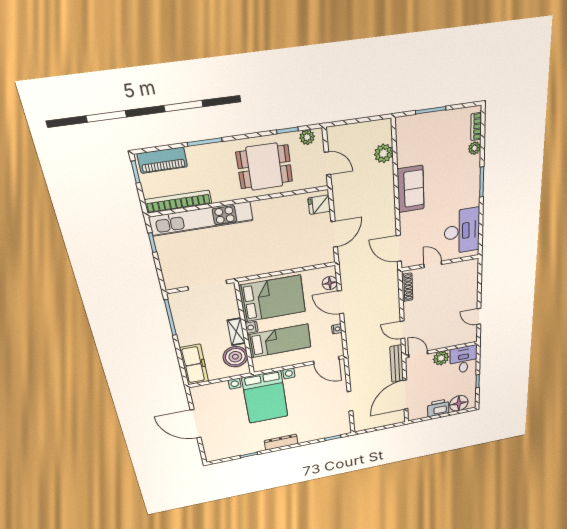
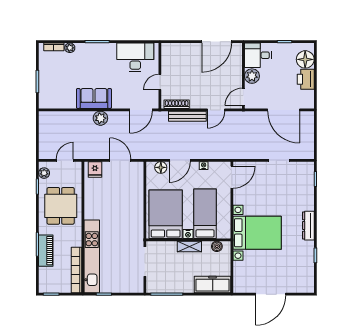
plant: (384, 153) -> (100, 118), moved
piano: (162, 160) -> (46, 251), moved
door: (479, 316) -> (217, 42), width x1.87
boiler: (235, 357) -> (217, 246), width x0.54, depth x0.54
bench: (397, 364) -> (187, 116), moved

